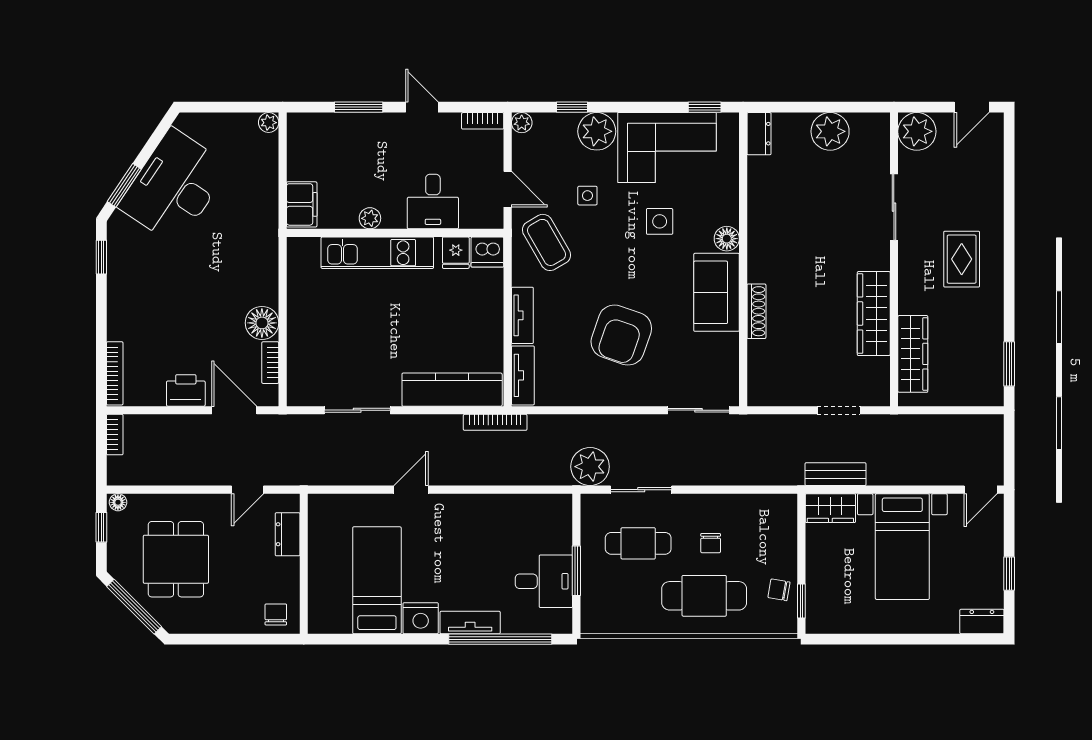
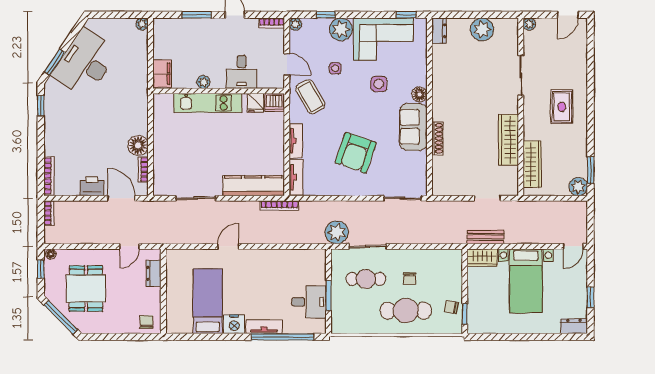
plant: (917, 131) -> (529, 24), width x0.53, depth x0.53
plant: (989, 391) -> (578, 187), added

